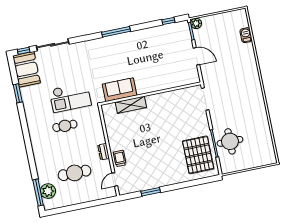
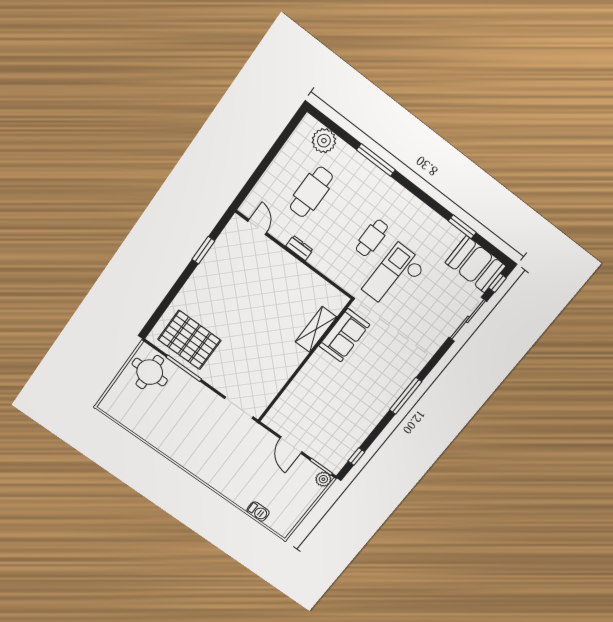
door: (196, 56) -> (291, 445), hinge flipped
round table: (230, 141) -> (150, 372), moved
trolley: (120, 158) -> (274, 257), removed
window: (38, 192) -> (376, 160), moved

